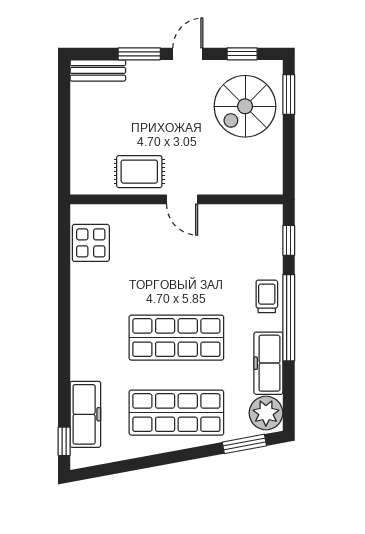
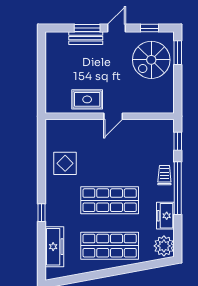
bench: (98, 70) -> (86, 38), moved
door: (182, 199) -> (113, 116), hinge flipped
display table: (91, 243) -> (65, 163), moved
freezer: (268, 363) -> (165, 216), width x0.71
window: (64, 441) -> (41, 213), moved
window: (244, 444) -> (151, 265), removed

